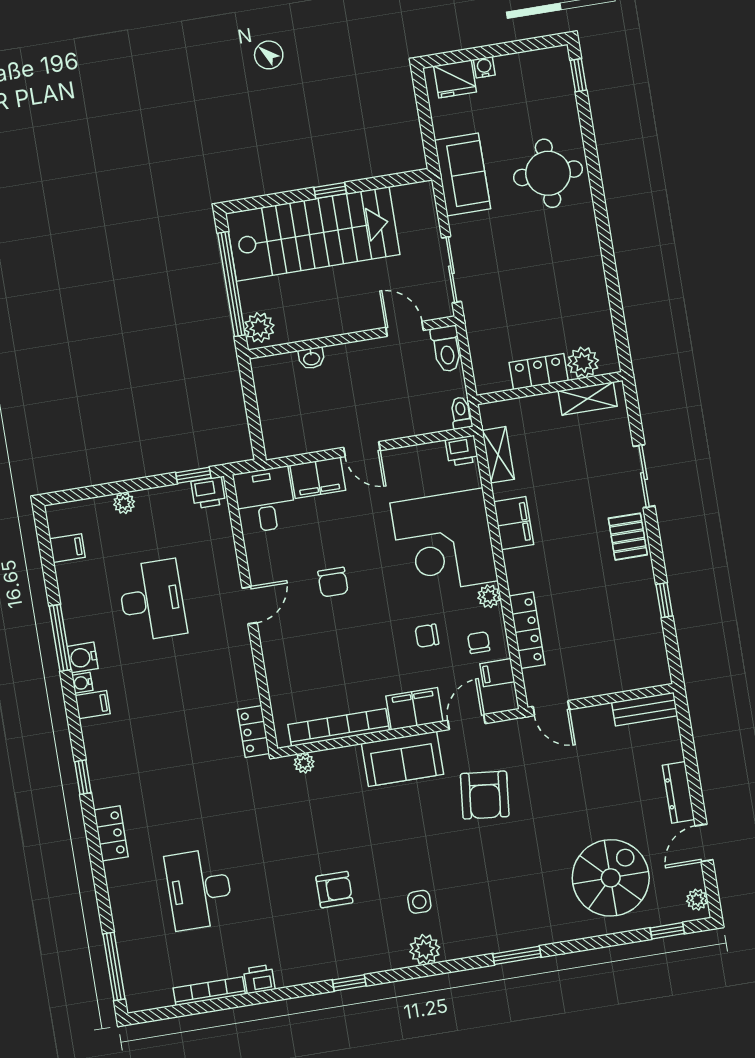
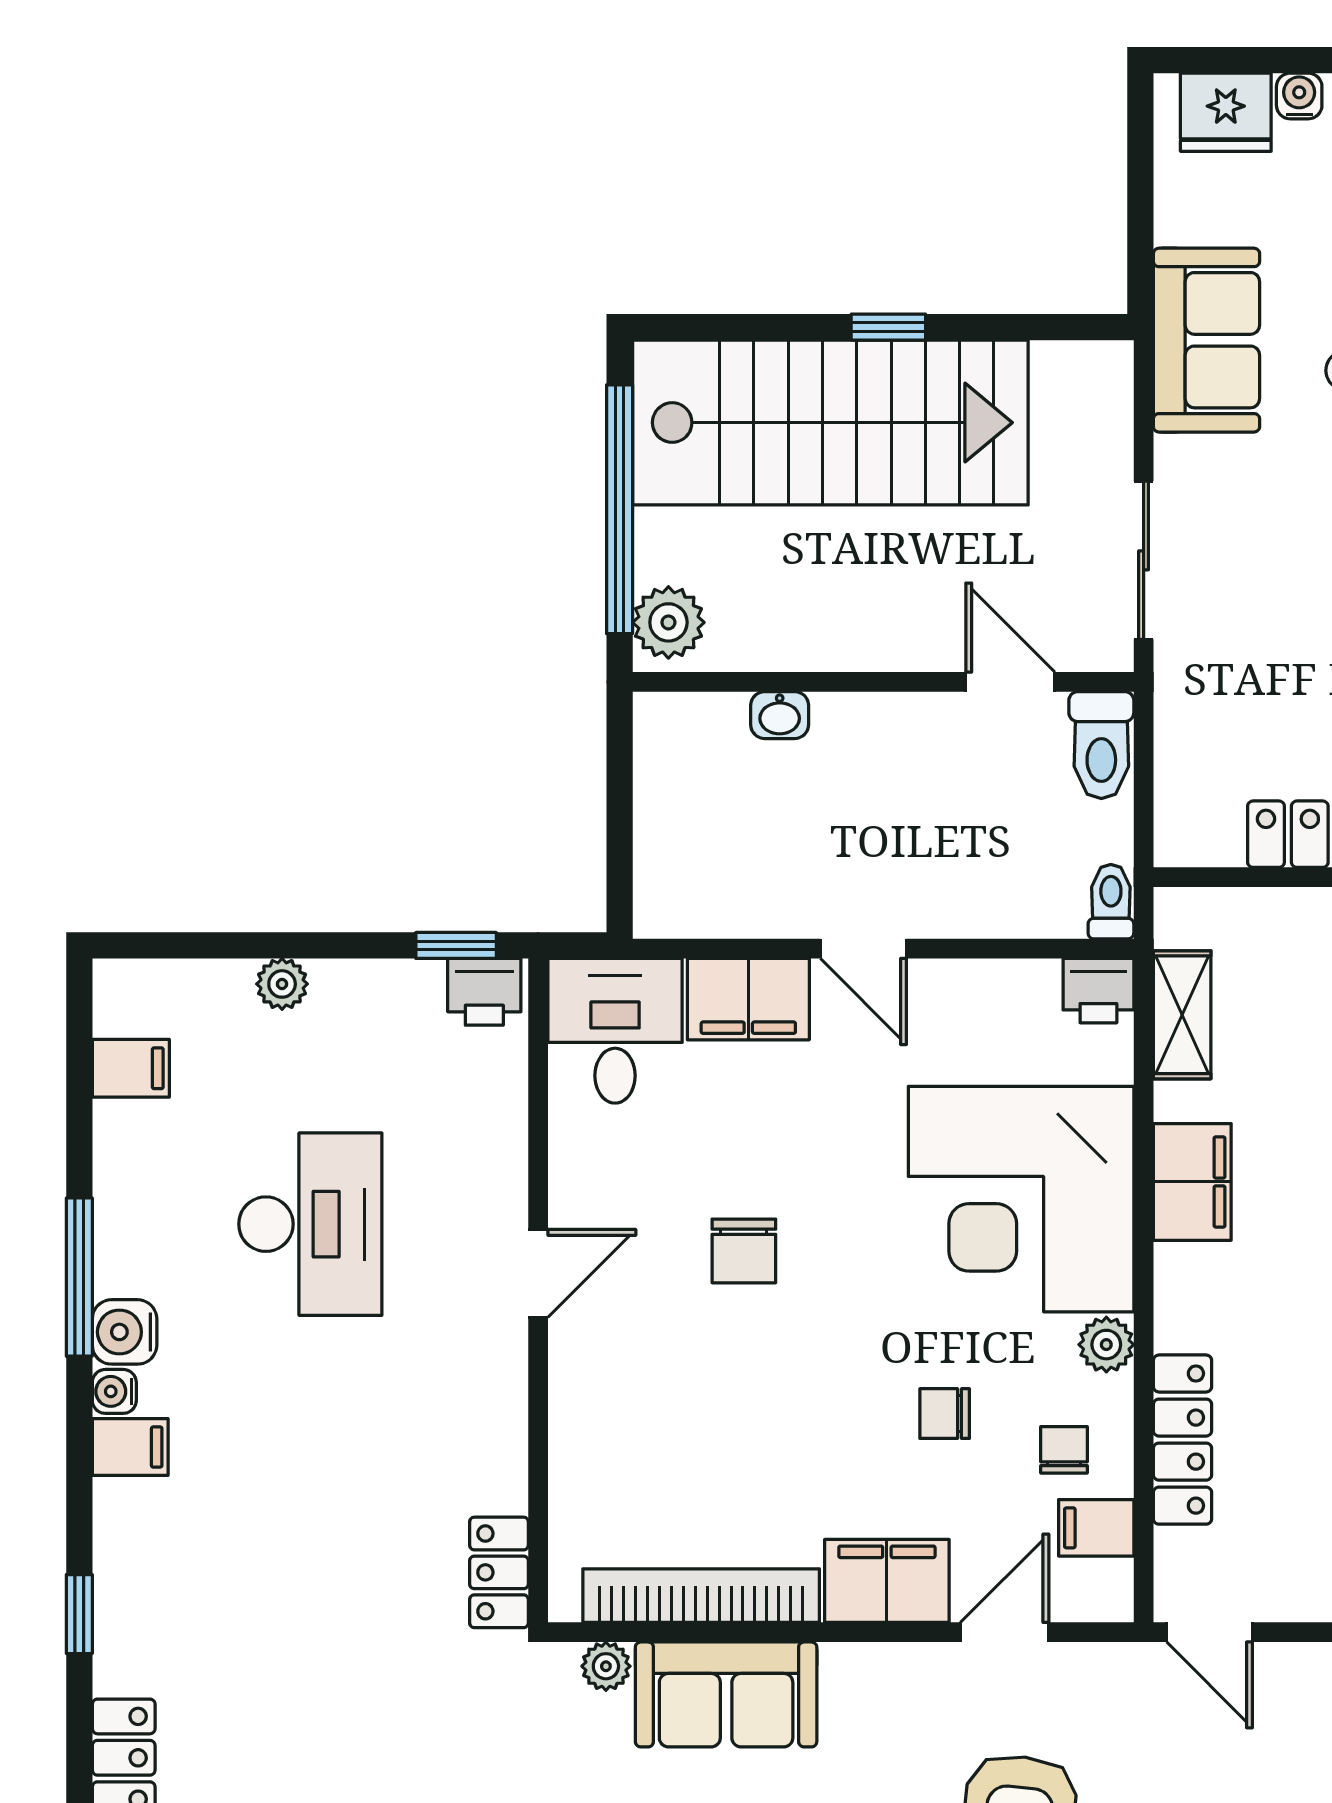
sofa: (403, 759) -> (726, 1694), moved

